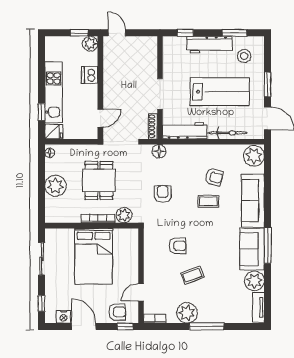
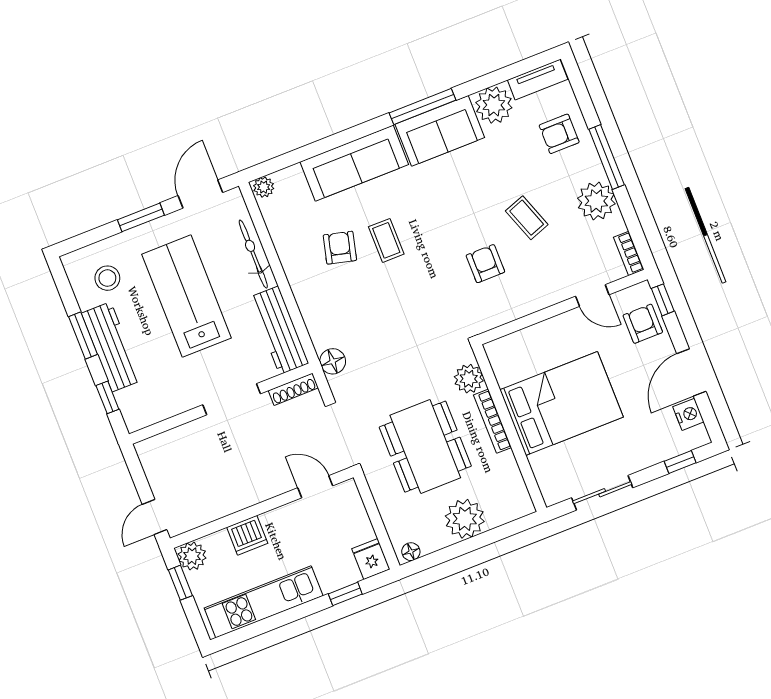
window: (235, 33) -> (83, 336), moved
kitchen unit: (54, 92) -> (264, 602), moved
plant: (254, 156) -> (264, 187), width x0.53, depth x0.53
dining table: (99, 180) -> (425, 447), width x1.37
armchair: (163, 194) -> (559, 134), moved

